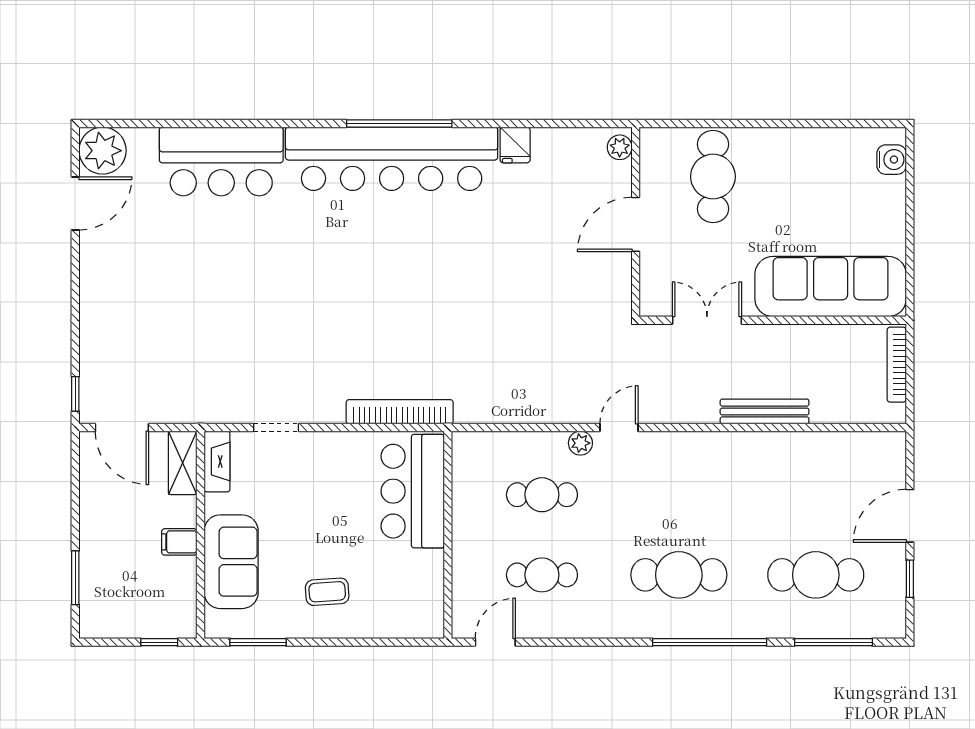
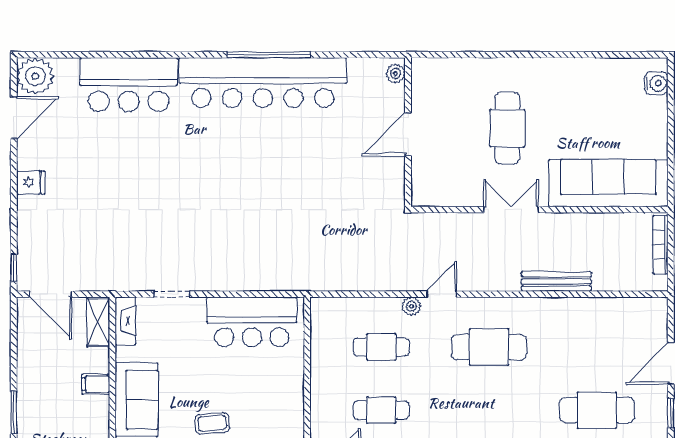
fridge: (515, 145) -> (31, 183), moved, turned -90
plant: (620, 147) -> (395, 74), moved
cafe table: (713, 177) -> (507, 128), moved
wall: (636, 222) -> (408, 132), moved
door: (636, 224) -> (408, 134), moved
bookcase: (400, 412) -> (269, 282), removed
bar counter: (413, 491) -> (252, 322), moved, turned -90
cafe table: (679, 575) -> (489, 347), moved

